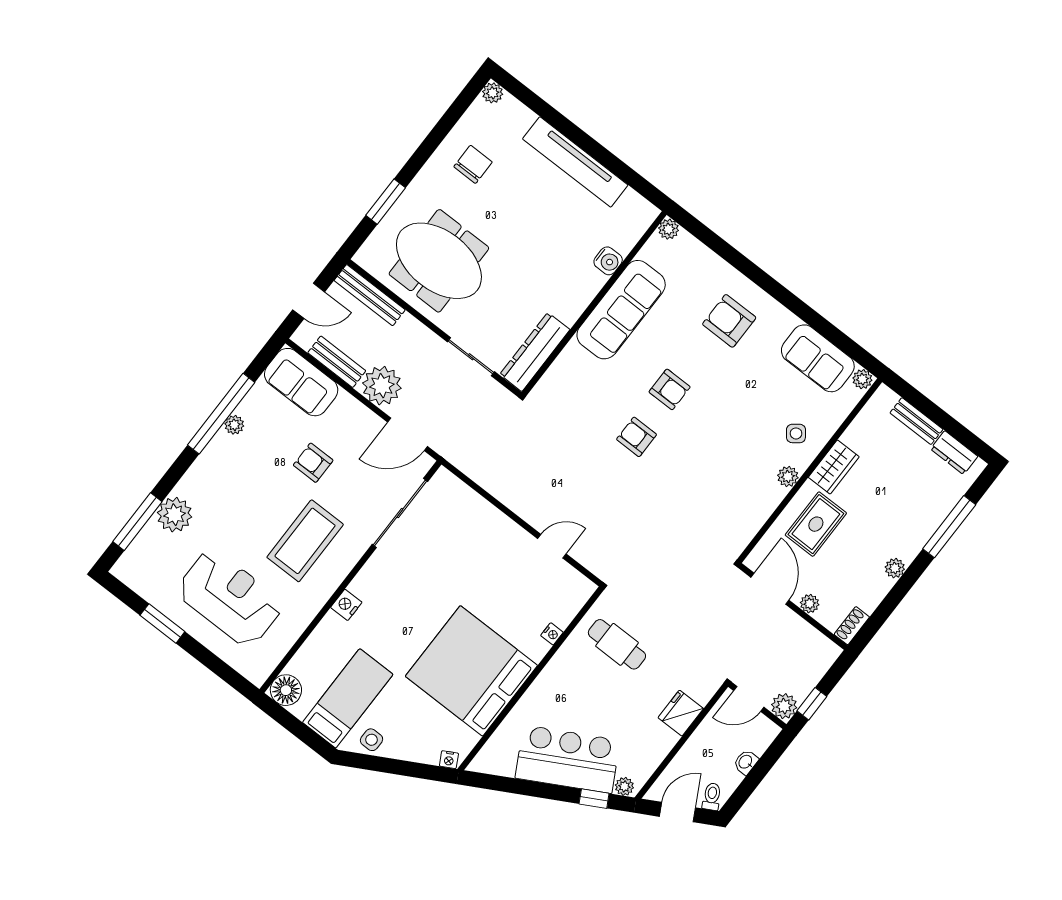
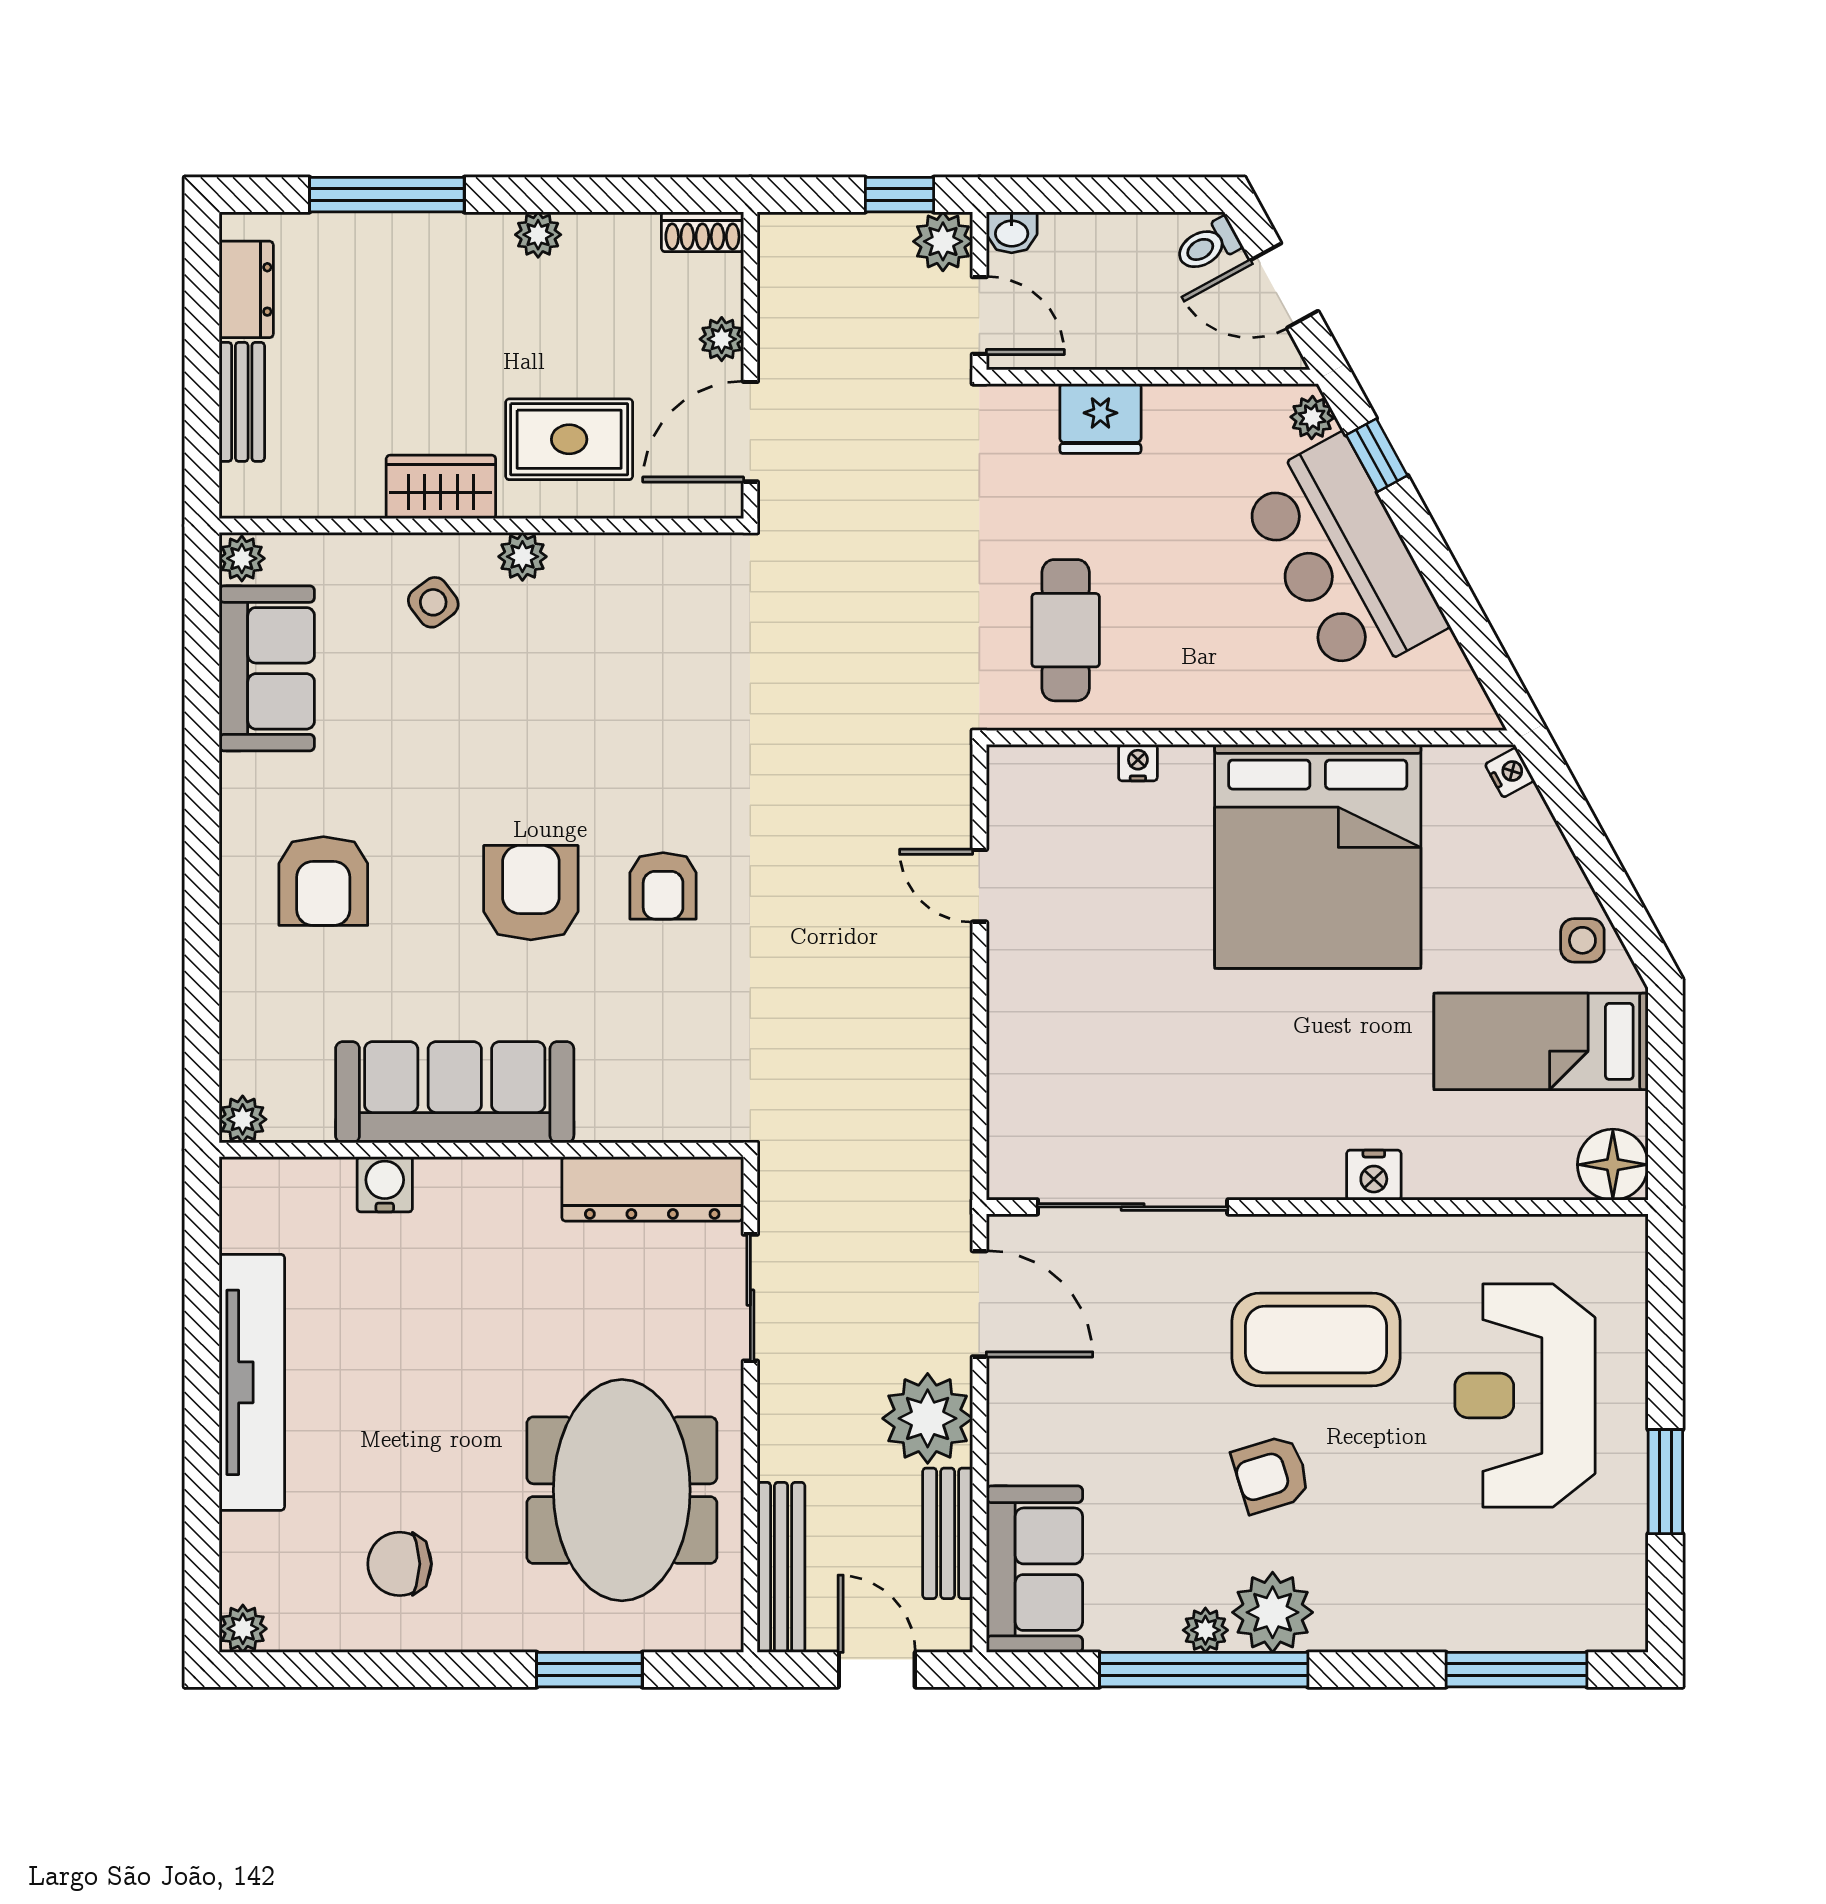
armchair: (670, 389) -> (531, 893), width x1.38, depth x1.38
armchair: (313, 463) -> (1271, 1474), moved, turned 73
plant: (175, 515) -> (1273, 1612), moved
washbasin: (746, 762) -> (1012, 232), moved

